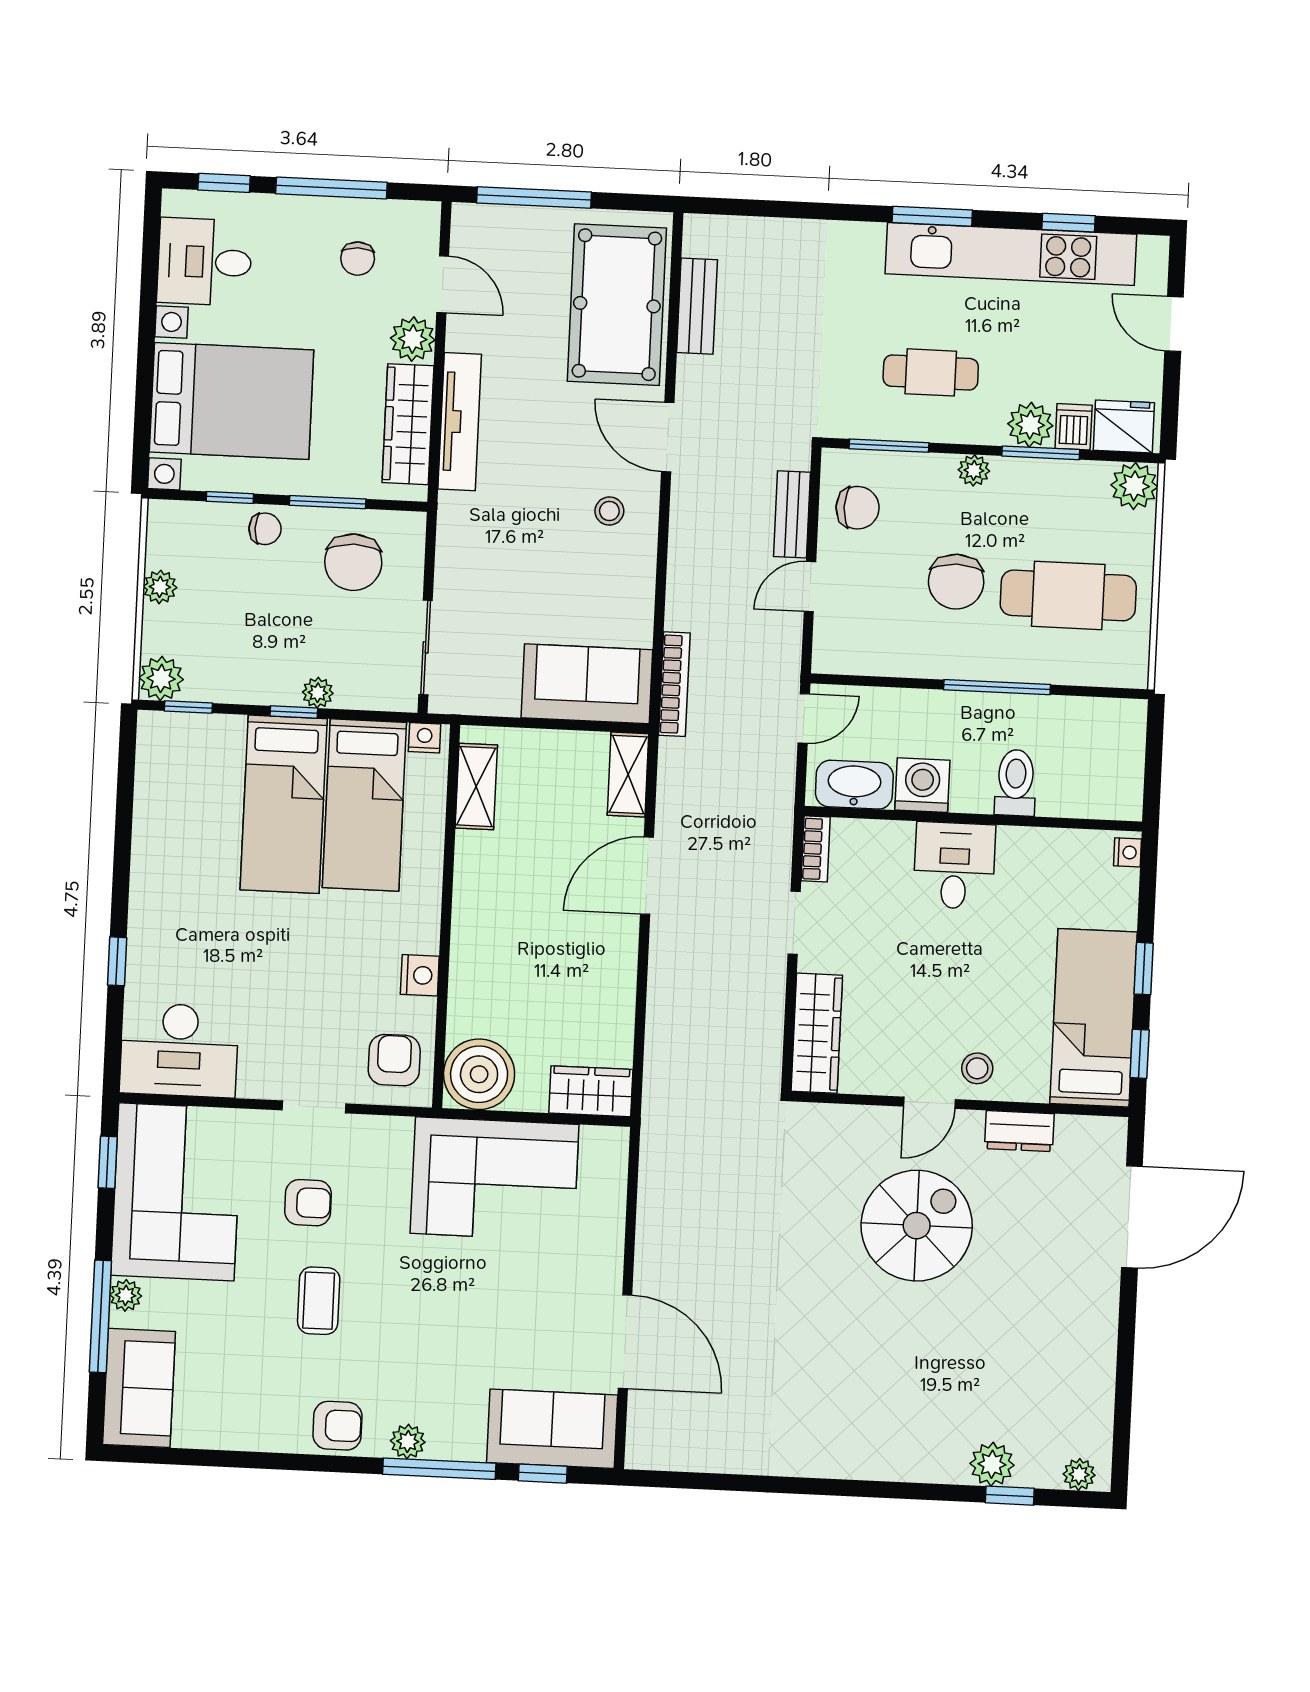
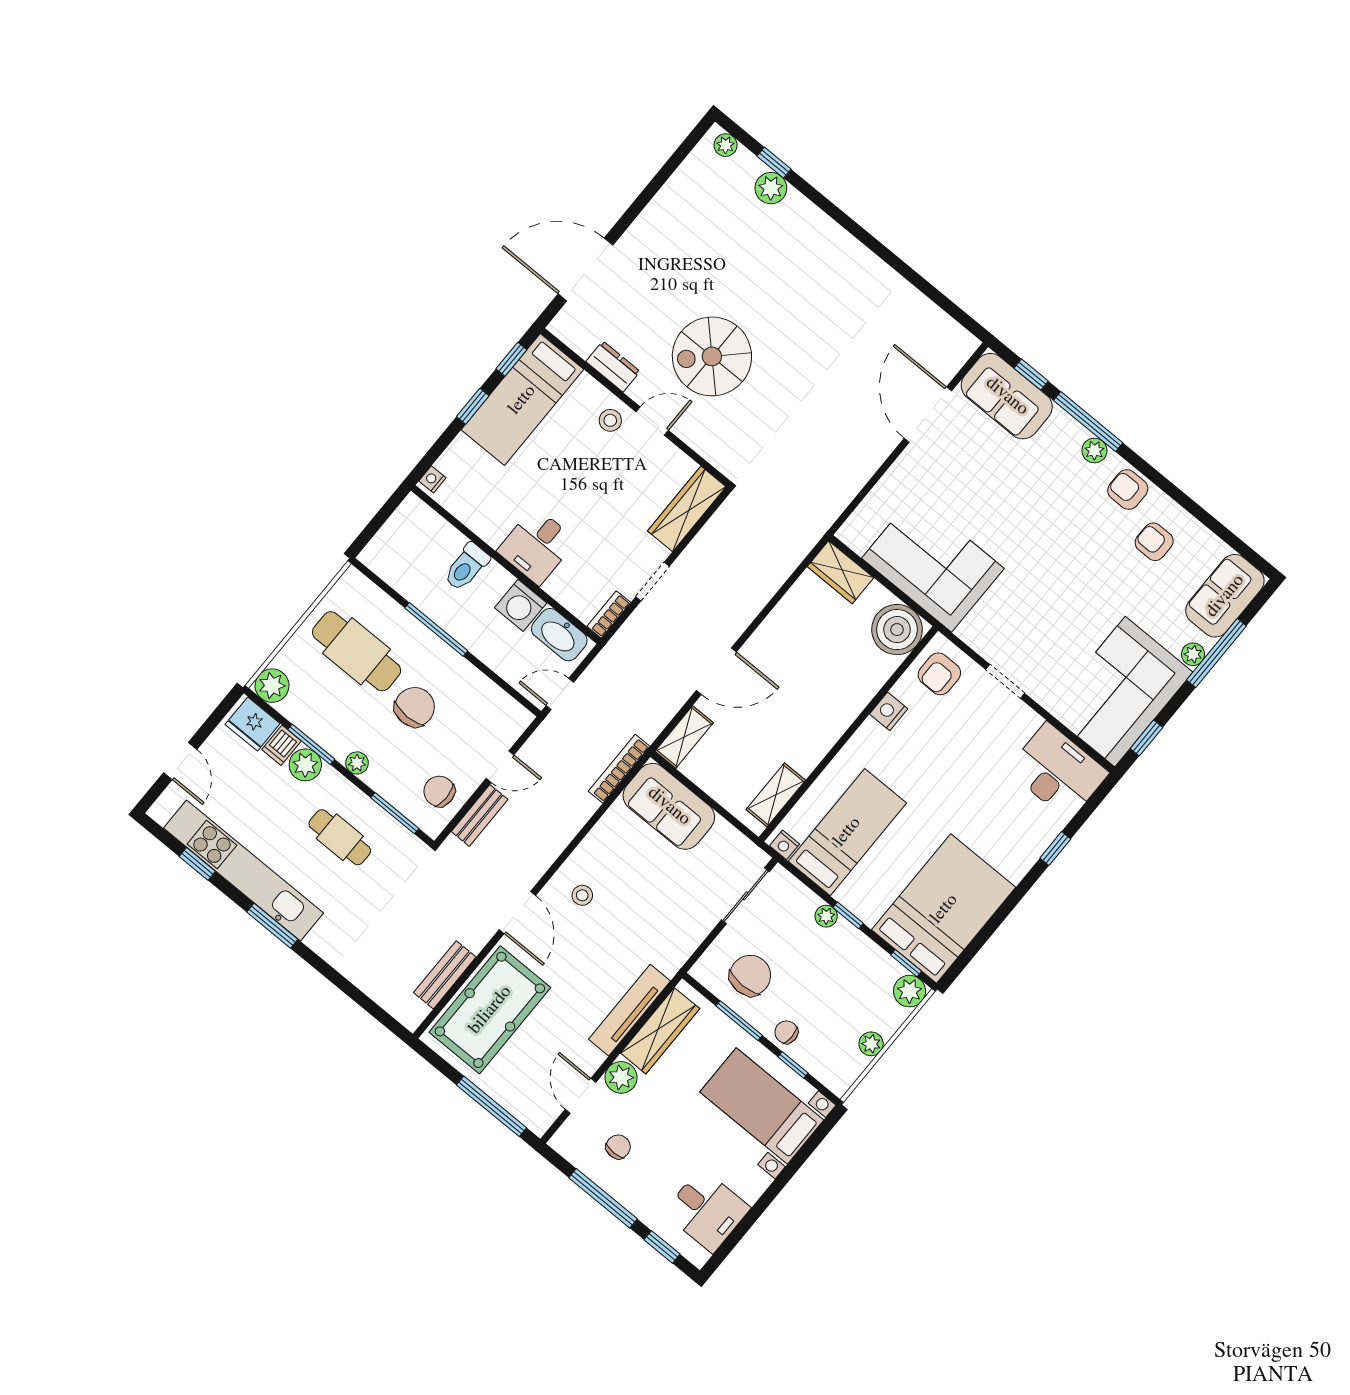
bed with nightstands: (232, 401) -> (762, 1106), width x0.73
bed: (284, 804) -> (944, 909), moved, width x1.50
armchair: (308, 1203) -> (1154, 542), moved
coffee table: (319, 1301) -> (1085, 569), removed

